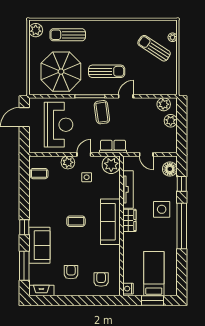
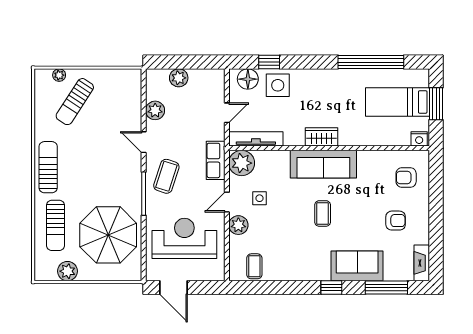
plant: (36, 30) -> (67, 271), moved
sun lounger: (107, 71) -> (48, 167), moved
plant: (164, 104) -> (155, 110), moved
coffee table: (102, 112) -> (166, 176), turned -64
door: (84, 154) -> (227, 202), hinge flipped
tv unit: (128, 189) -> (256, 139), moved
side table: (162, 209) -> (278, 85), moved
window: (182, 226) -> (371, 62), moved
armchair: (71, 272) -> (396, 221), turned 180

